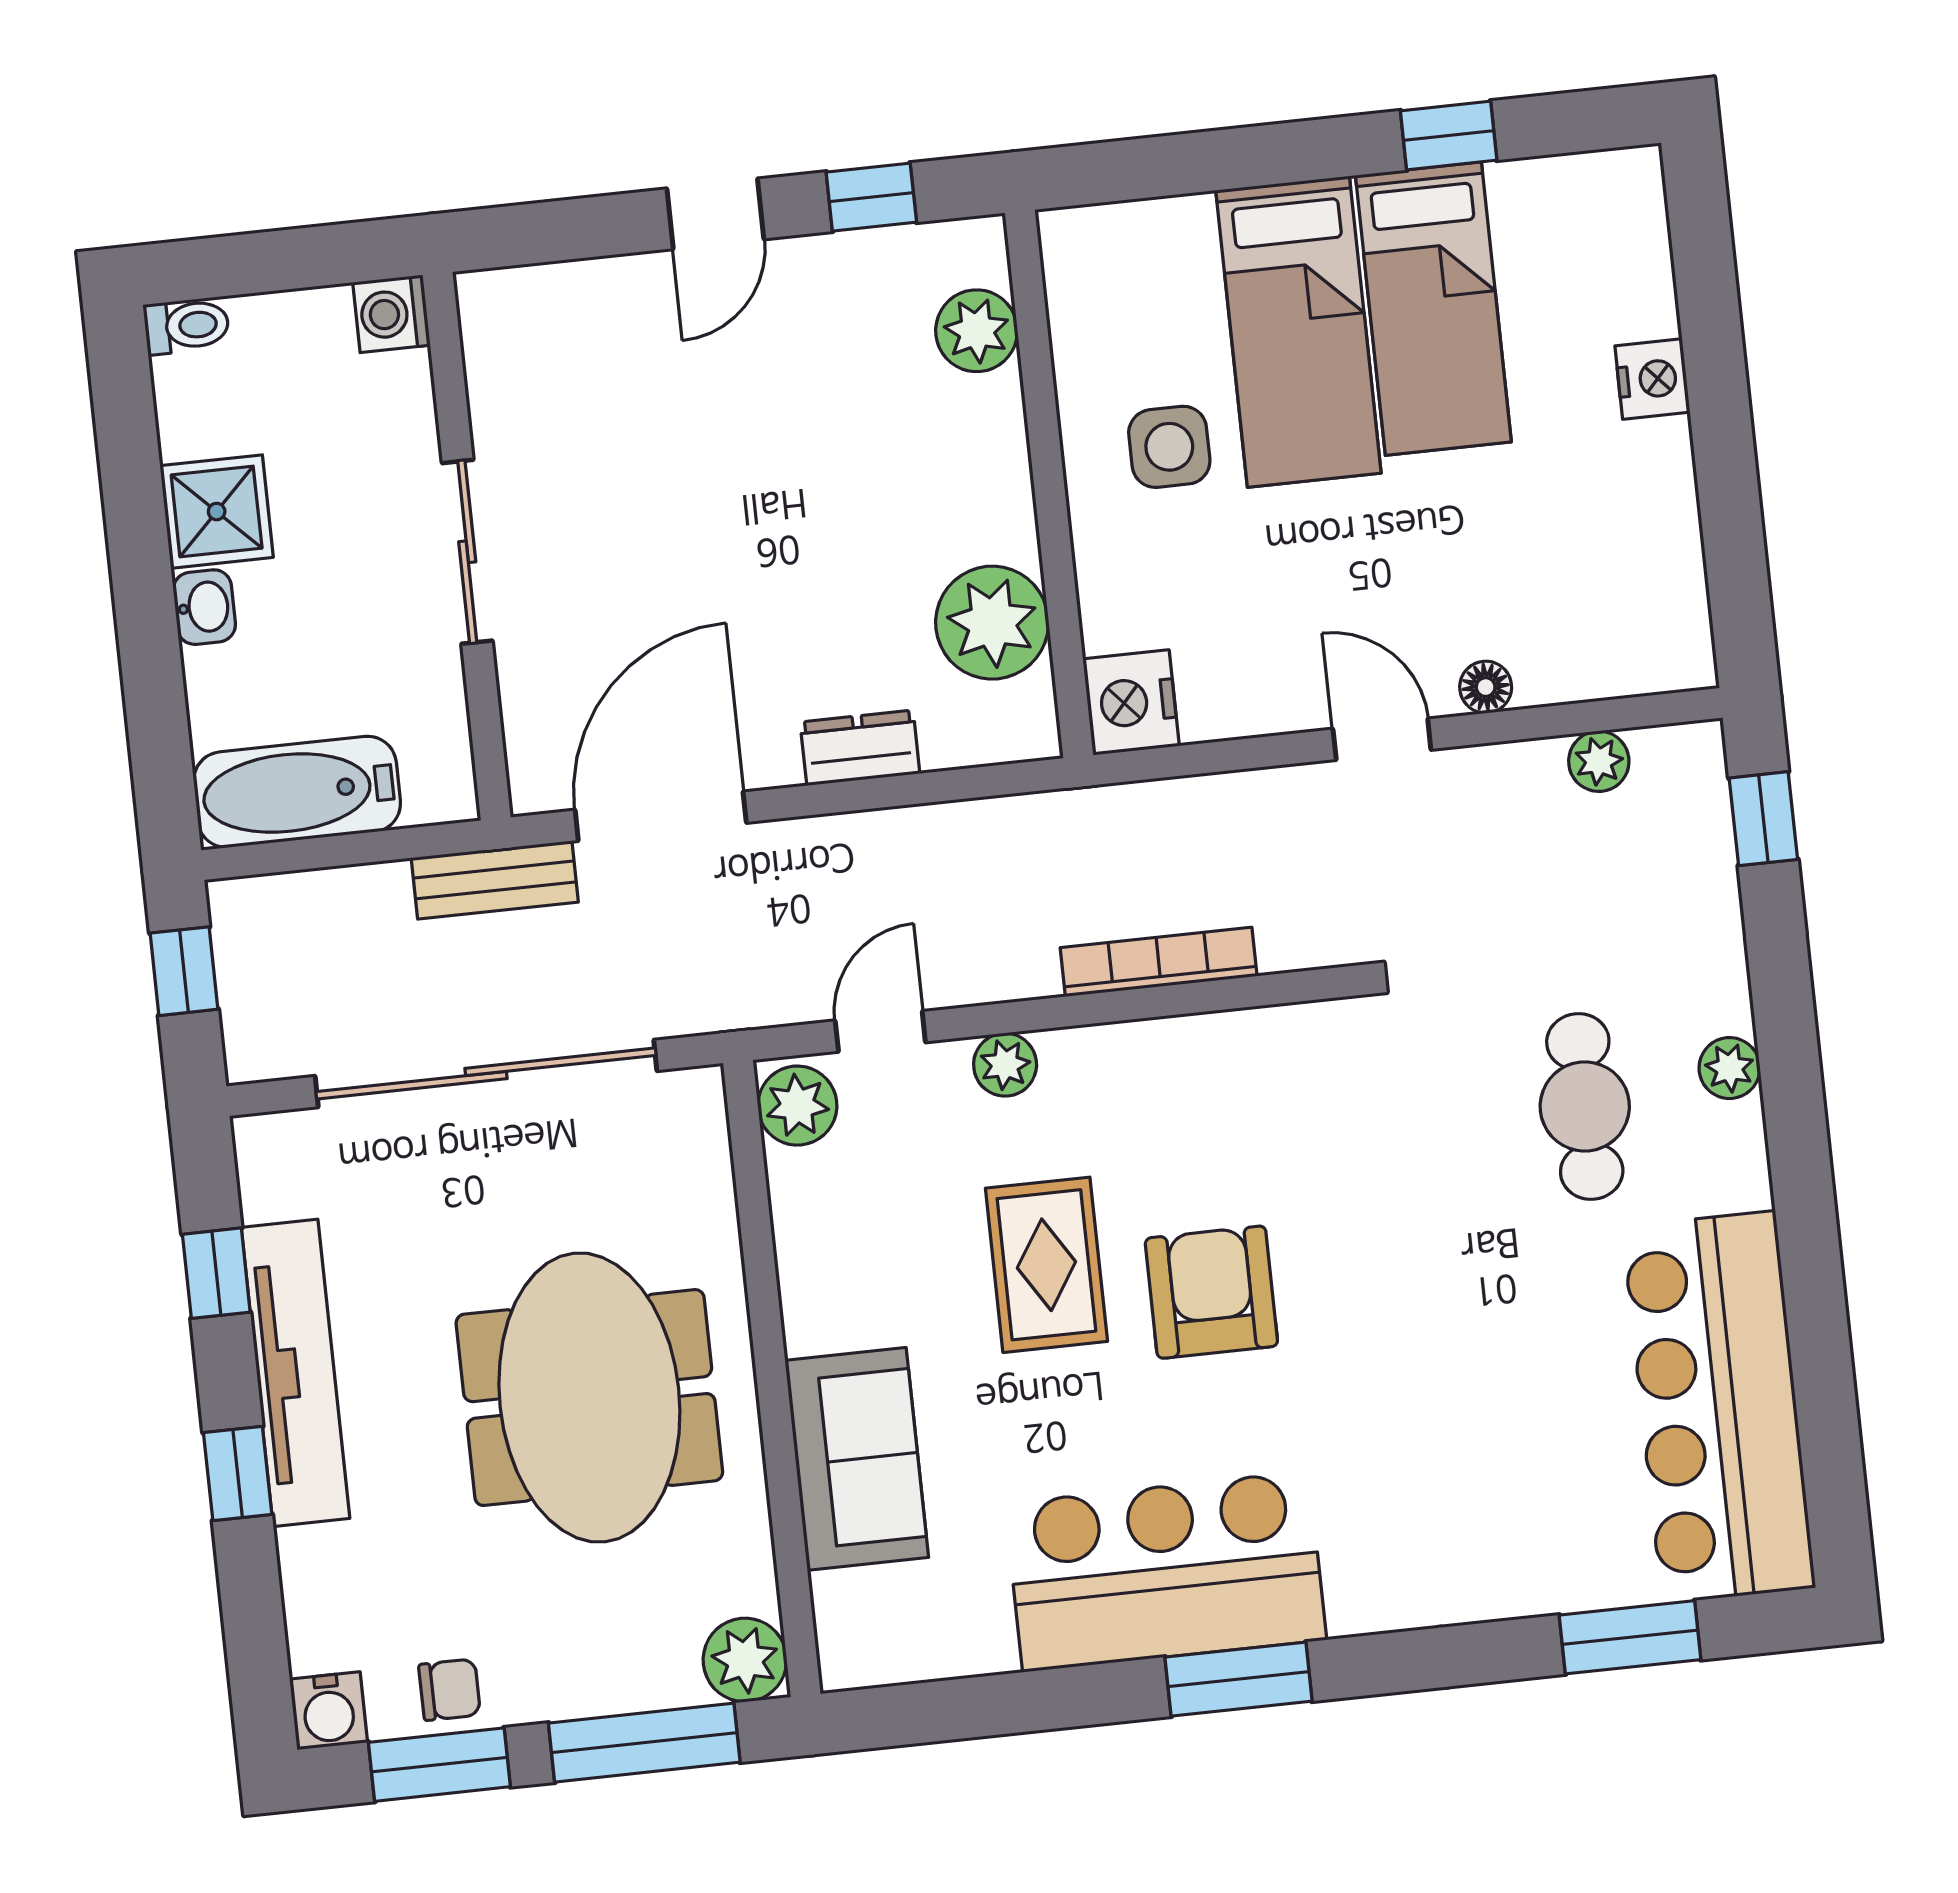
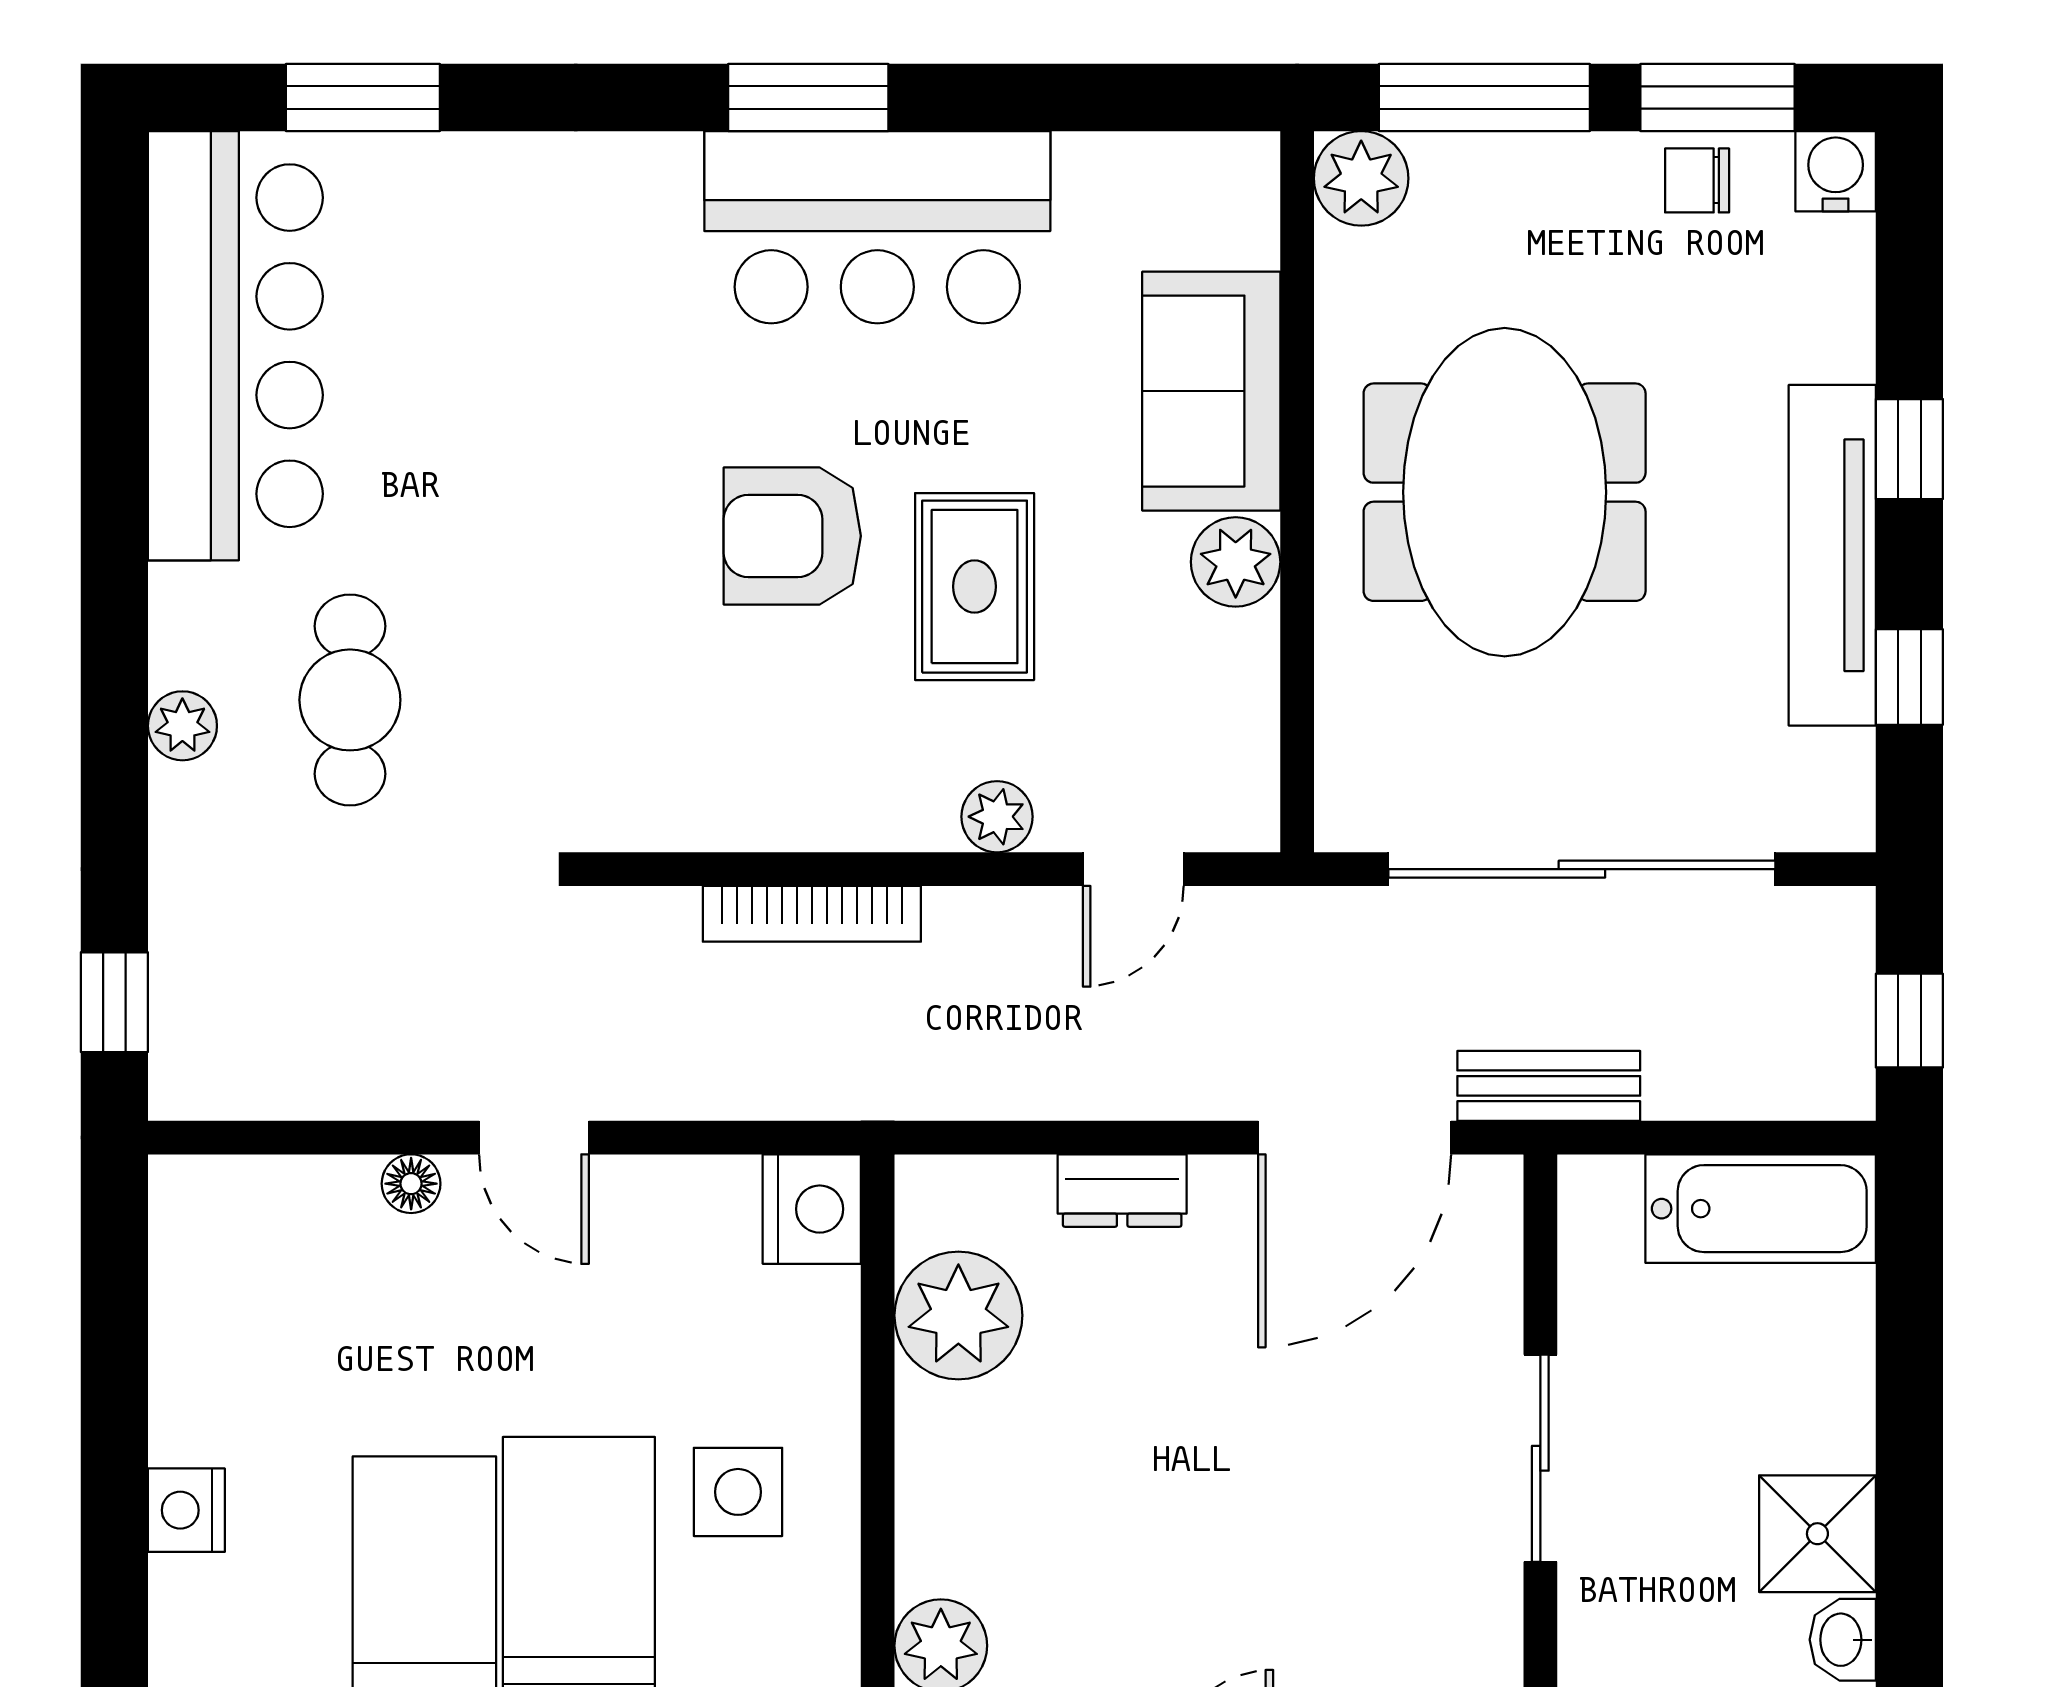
washbasin: (204, 607) -> (1843, 1640), moved
plant: (1599, 761) -> (293, 1087), removed
plant: (797, 1106) -> (1236, 562), moved
armchair: (1211, 1292) -> (792, 536), turned 90

